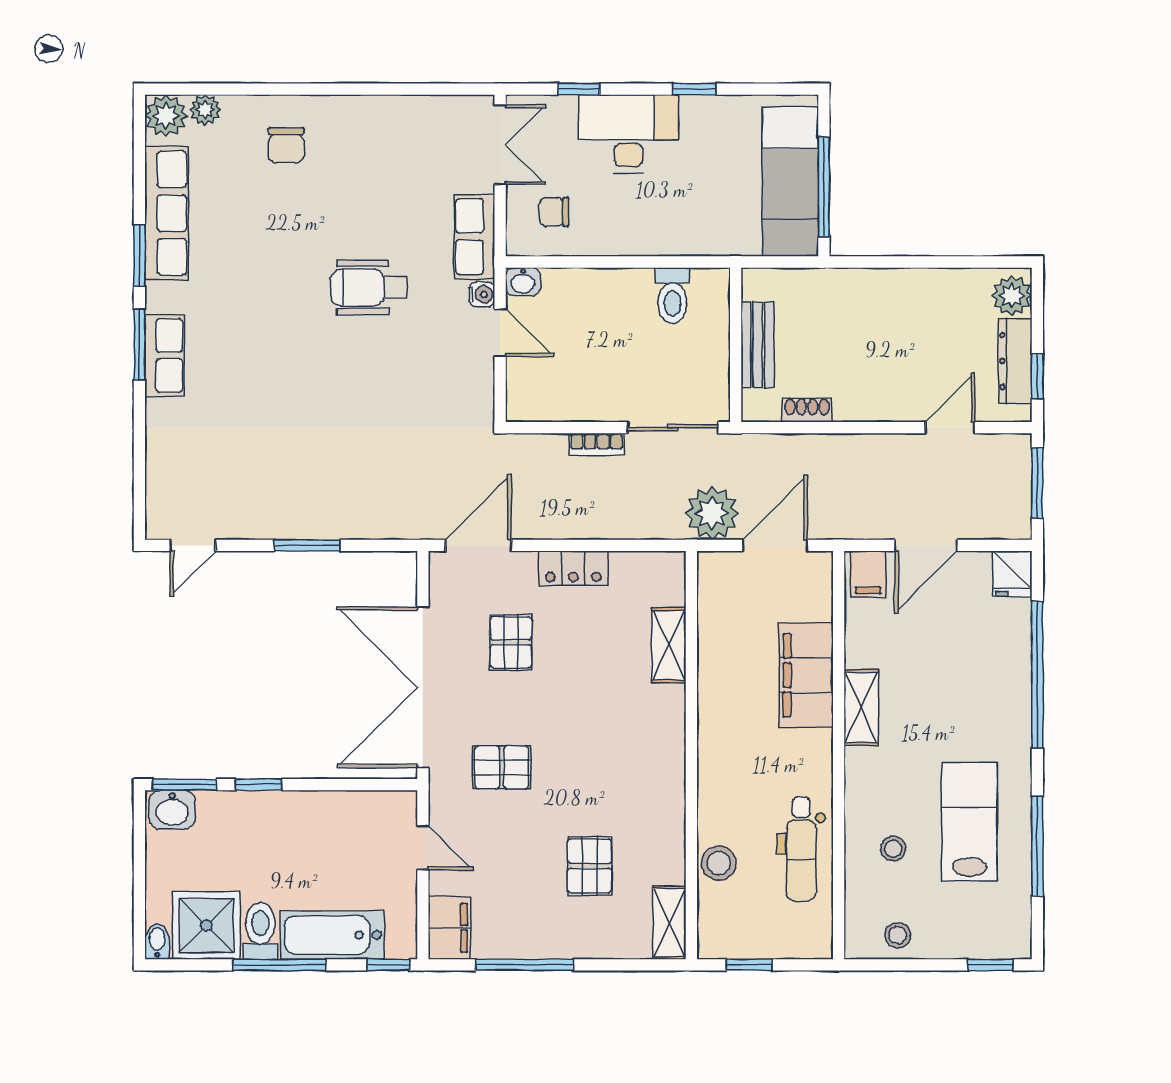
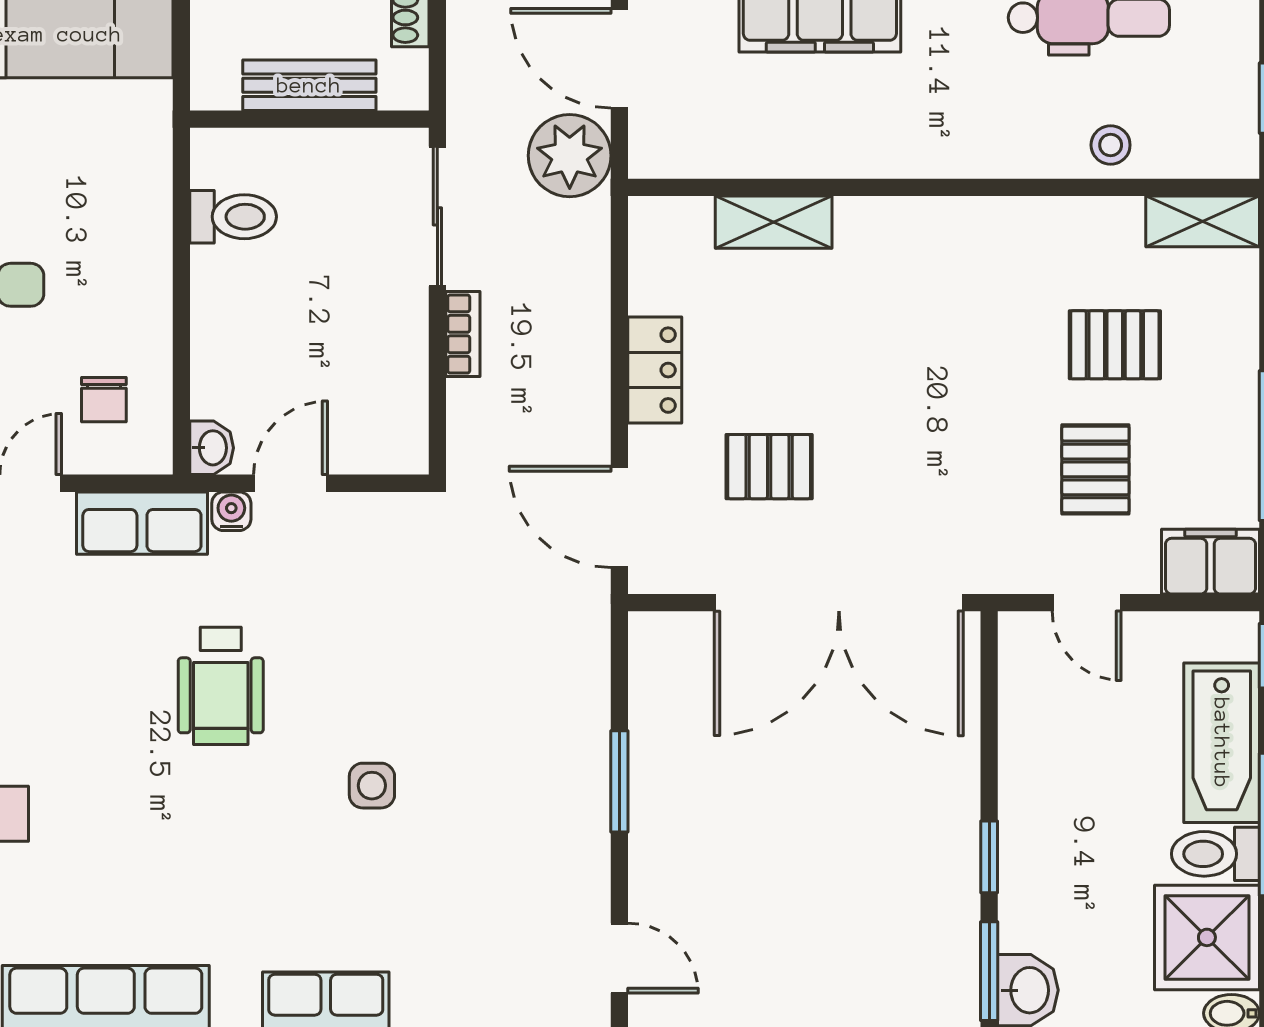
side table: (304, 385) -> (372, 786), added
pallet: (502, 767) -> (1095, 469), moved
door: (423, 848) -> (1087, 603), swing flipped
stool: (719, 863) -> (1111, 145), width x0.73, depth x0.73

